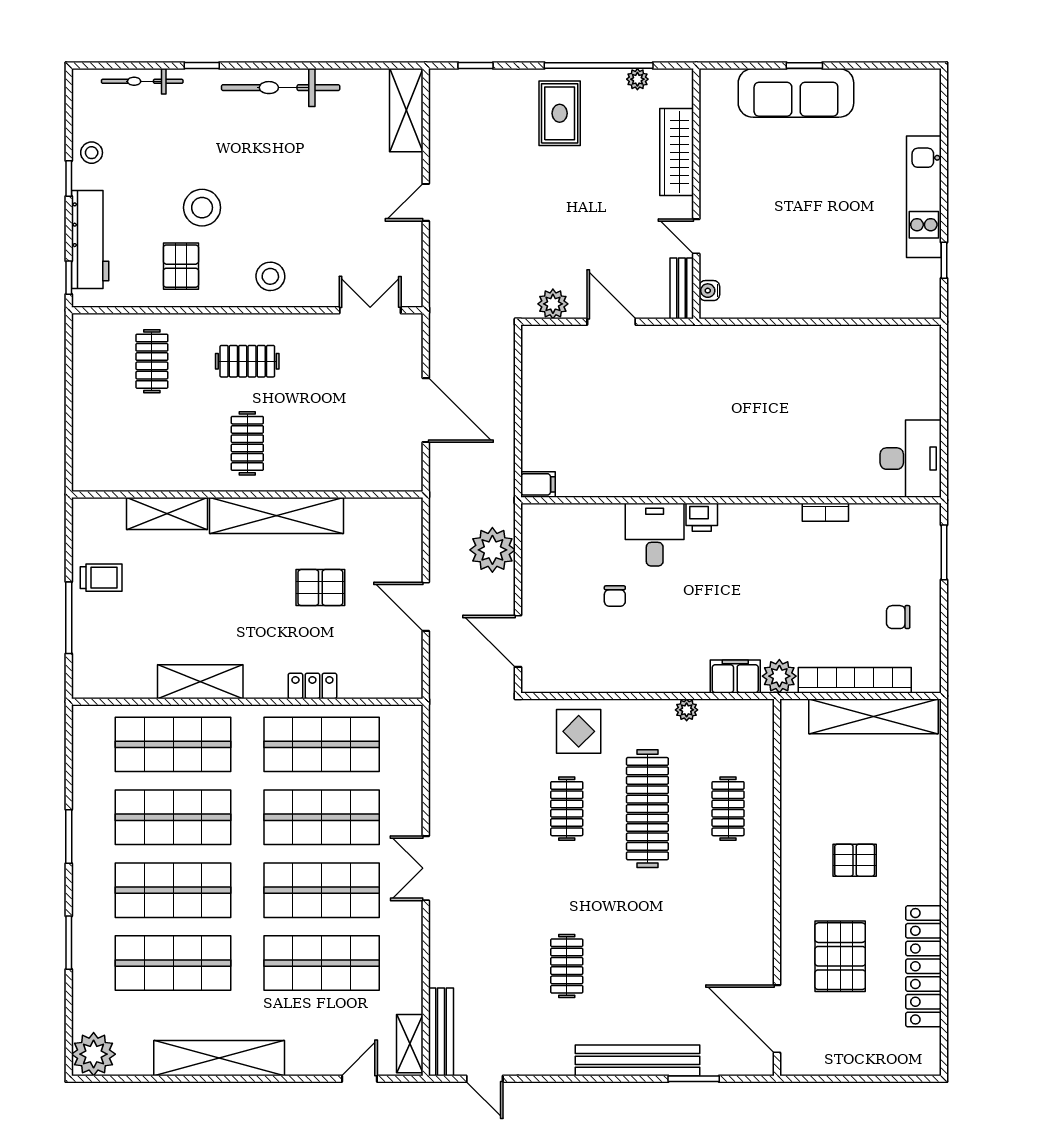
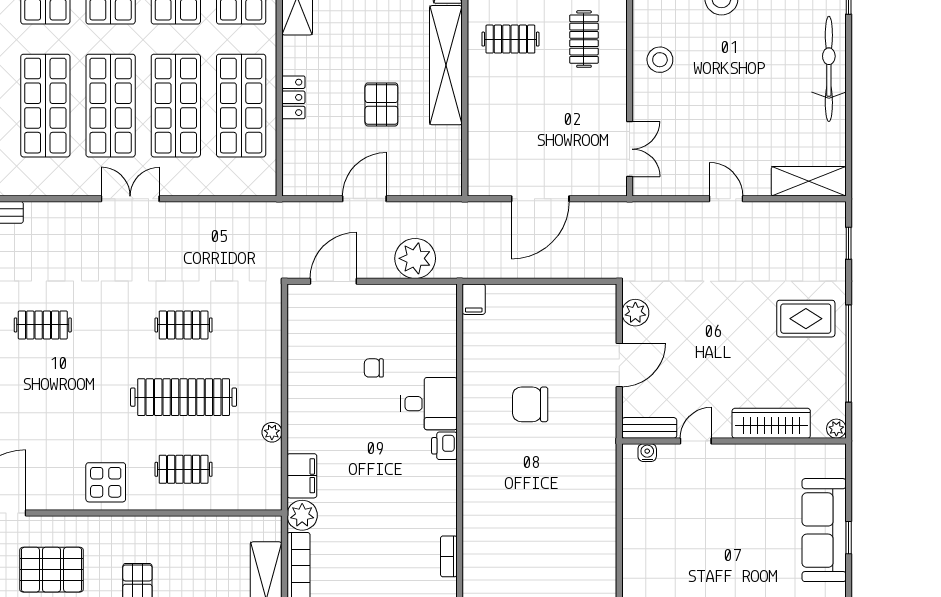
plant: (637, 79) -> (836, 429), moved
chair: (656, 421) -> (530, 404), added
display table: (579, 731) -> (106, 482), moved

